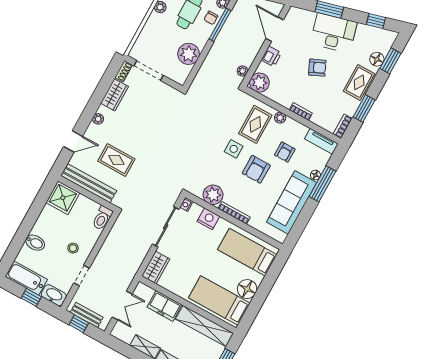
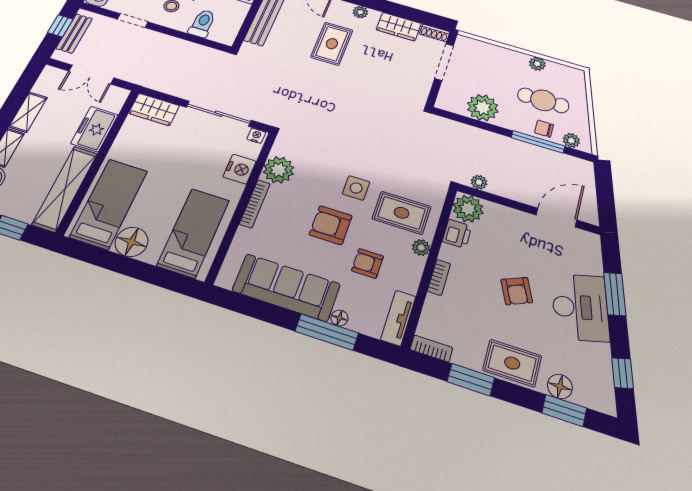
printer: (271, 56) -> (457, 234), moved, turned -90
rug: (116, 160) -> (332, 44), moved
toilet: (102, 218) -> (202, 23), moved, turned 90

